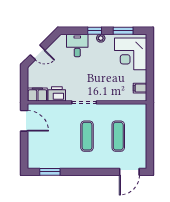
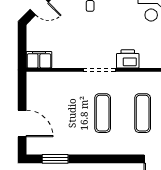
printer: (57, 94) -> (128, 59), moved
door: (24, 121) -> (22, 123), moved

